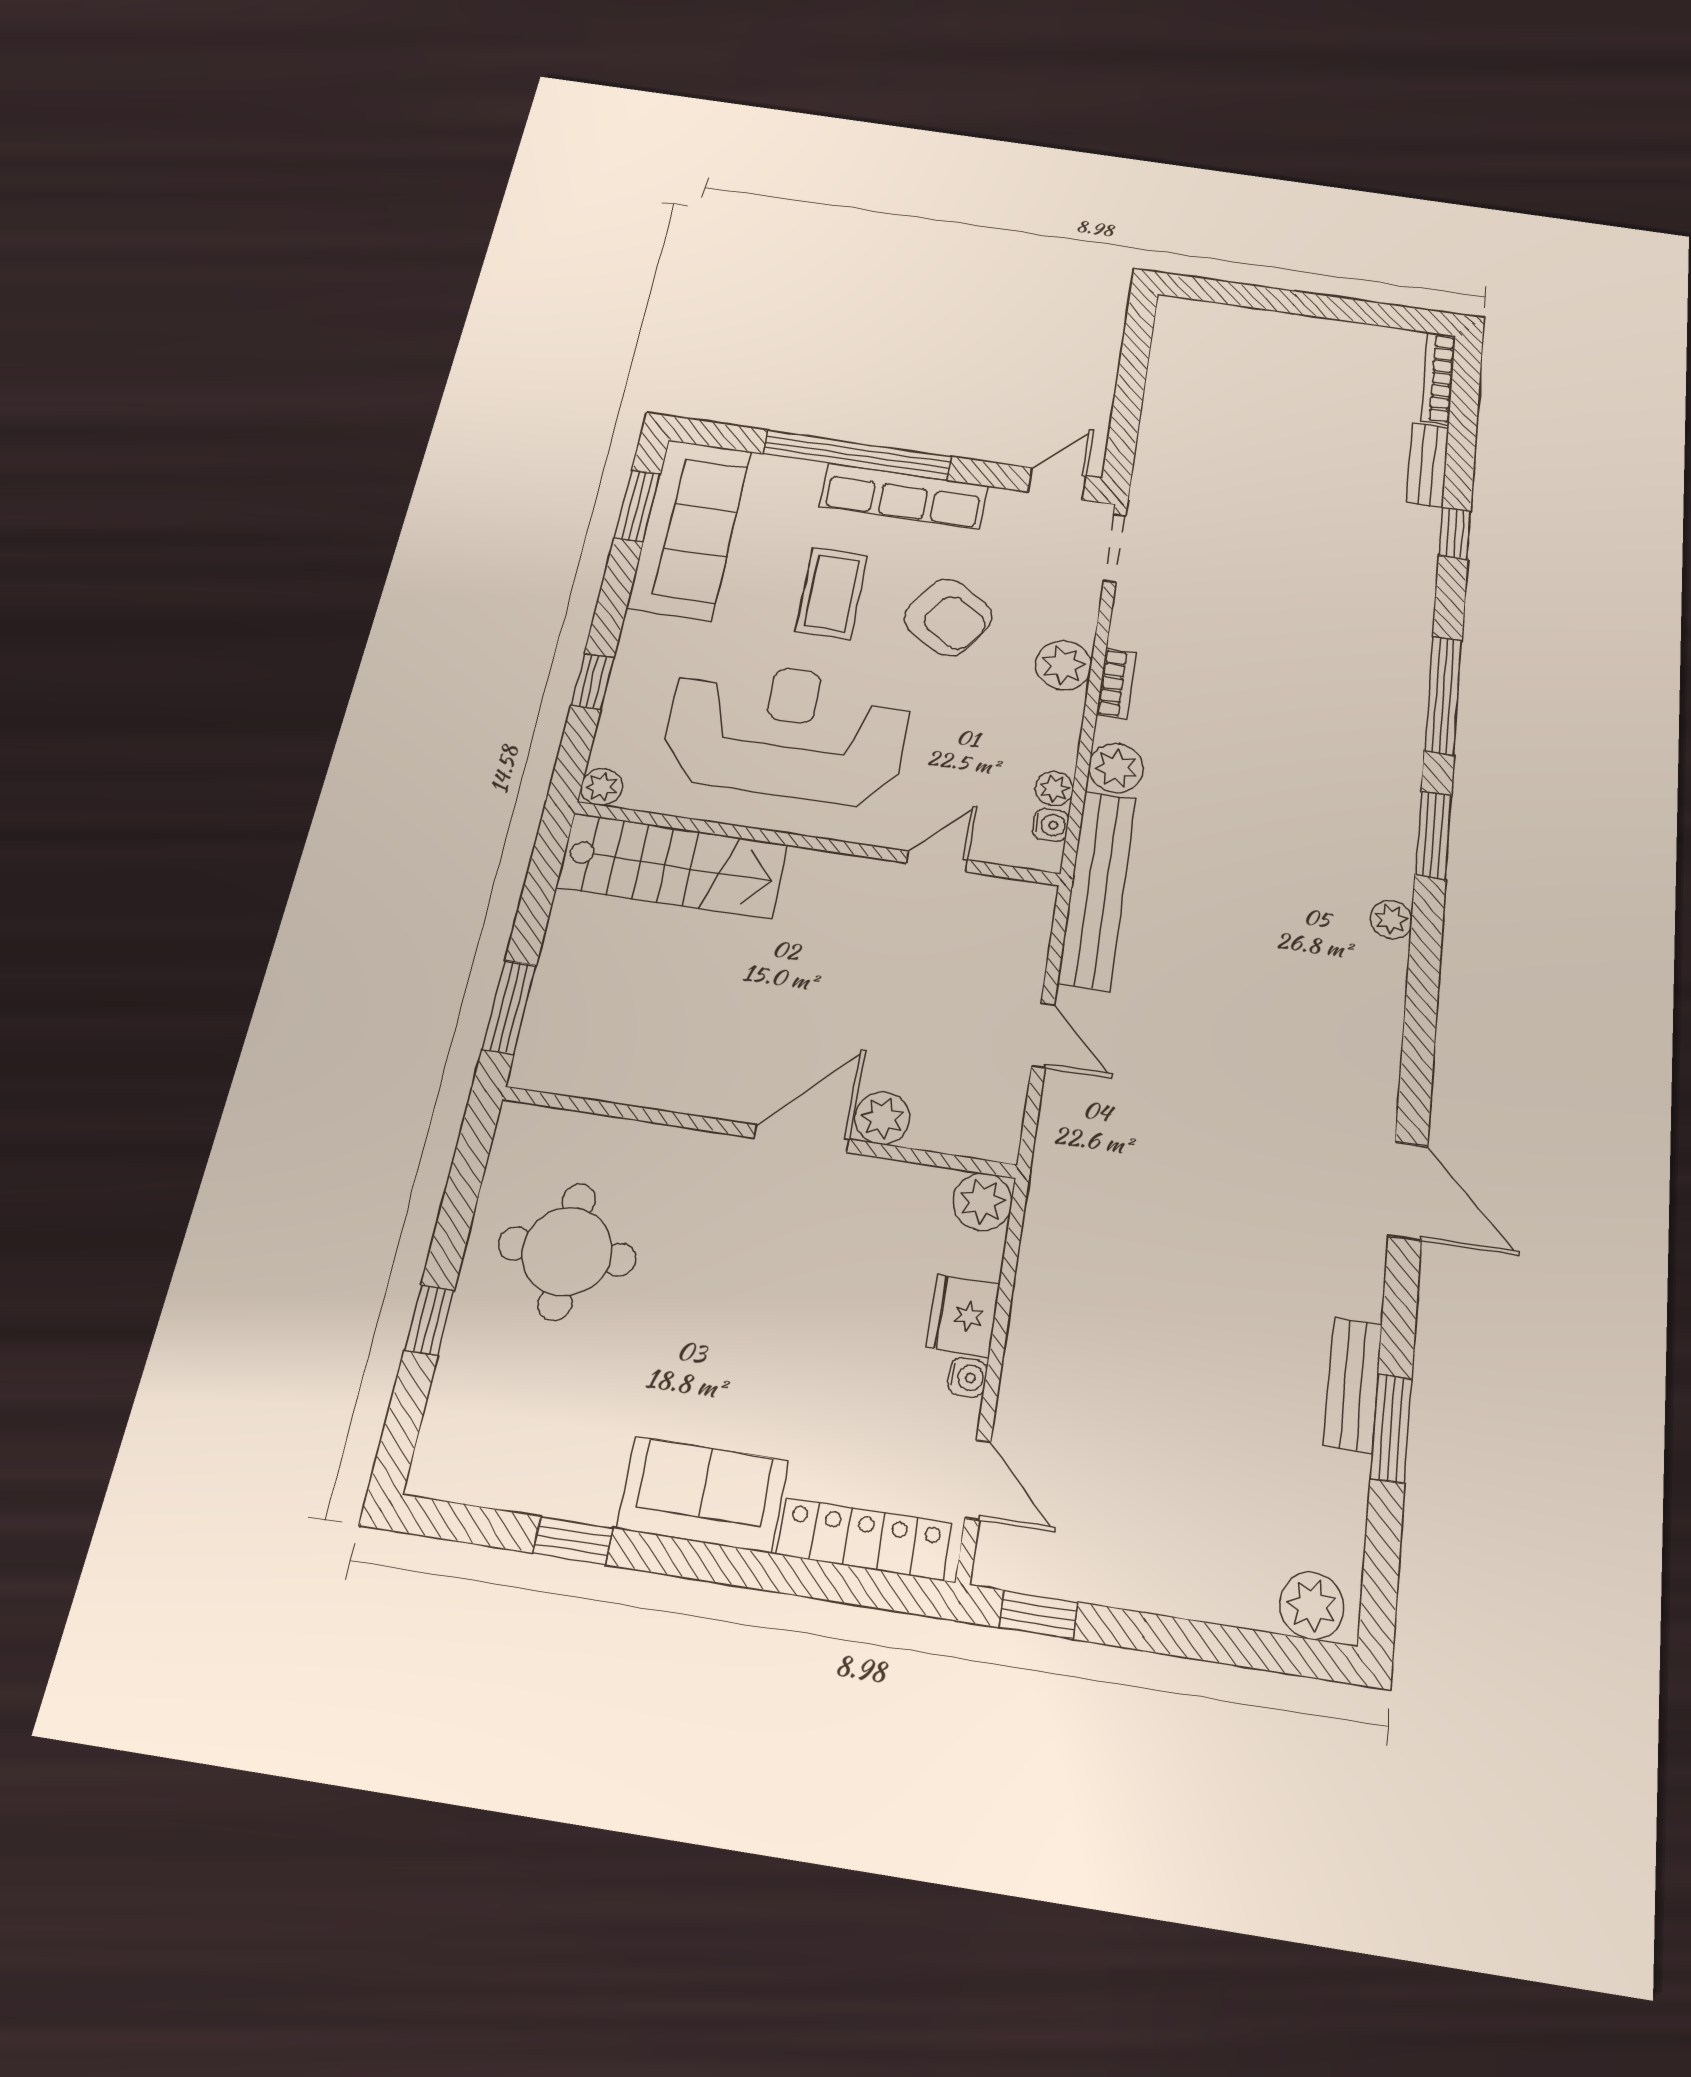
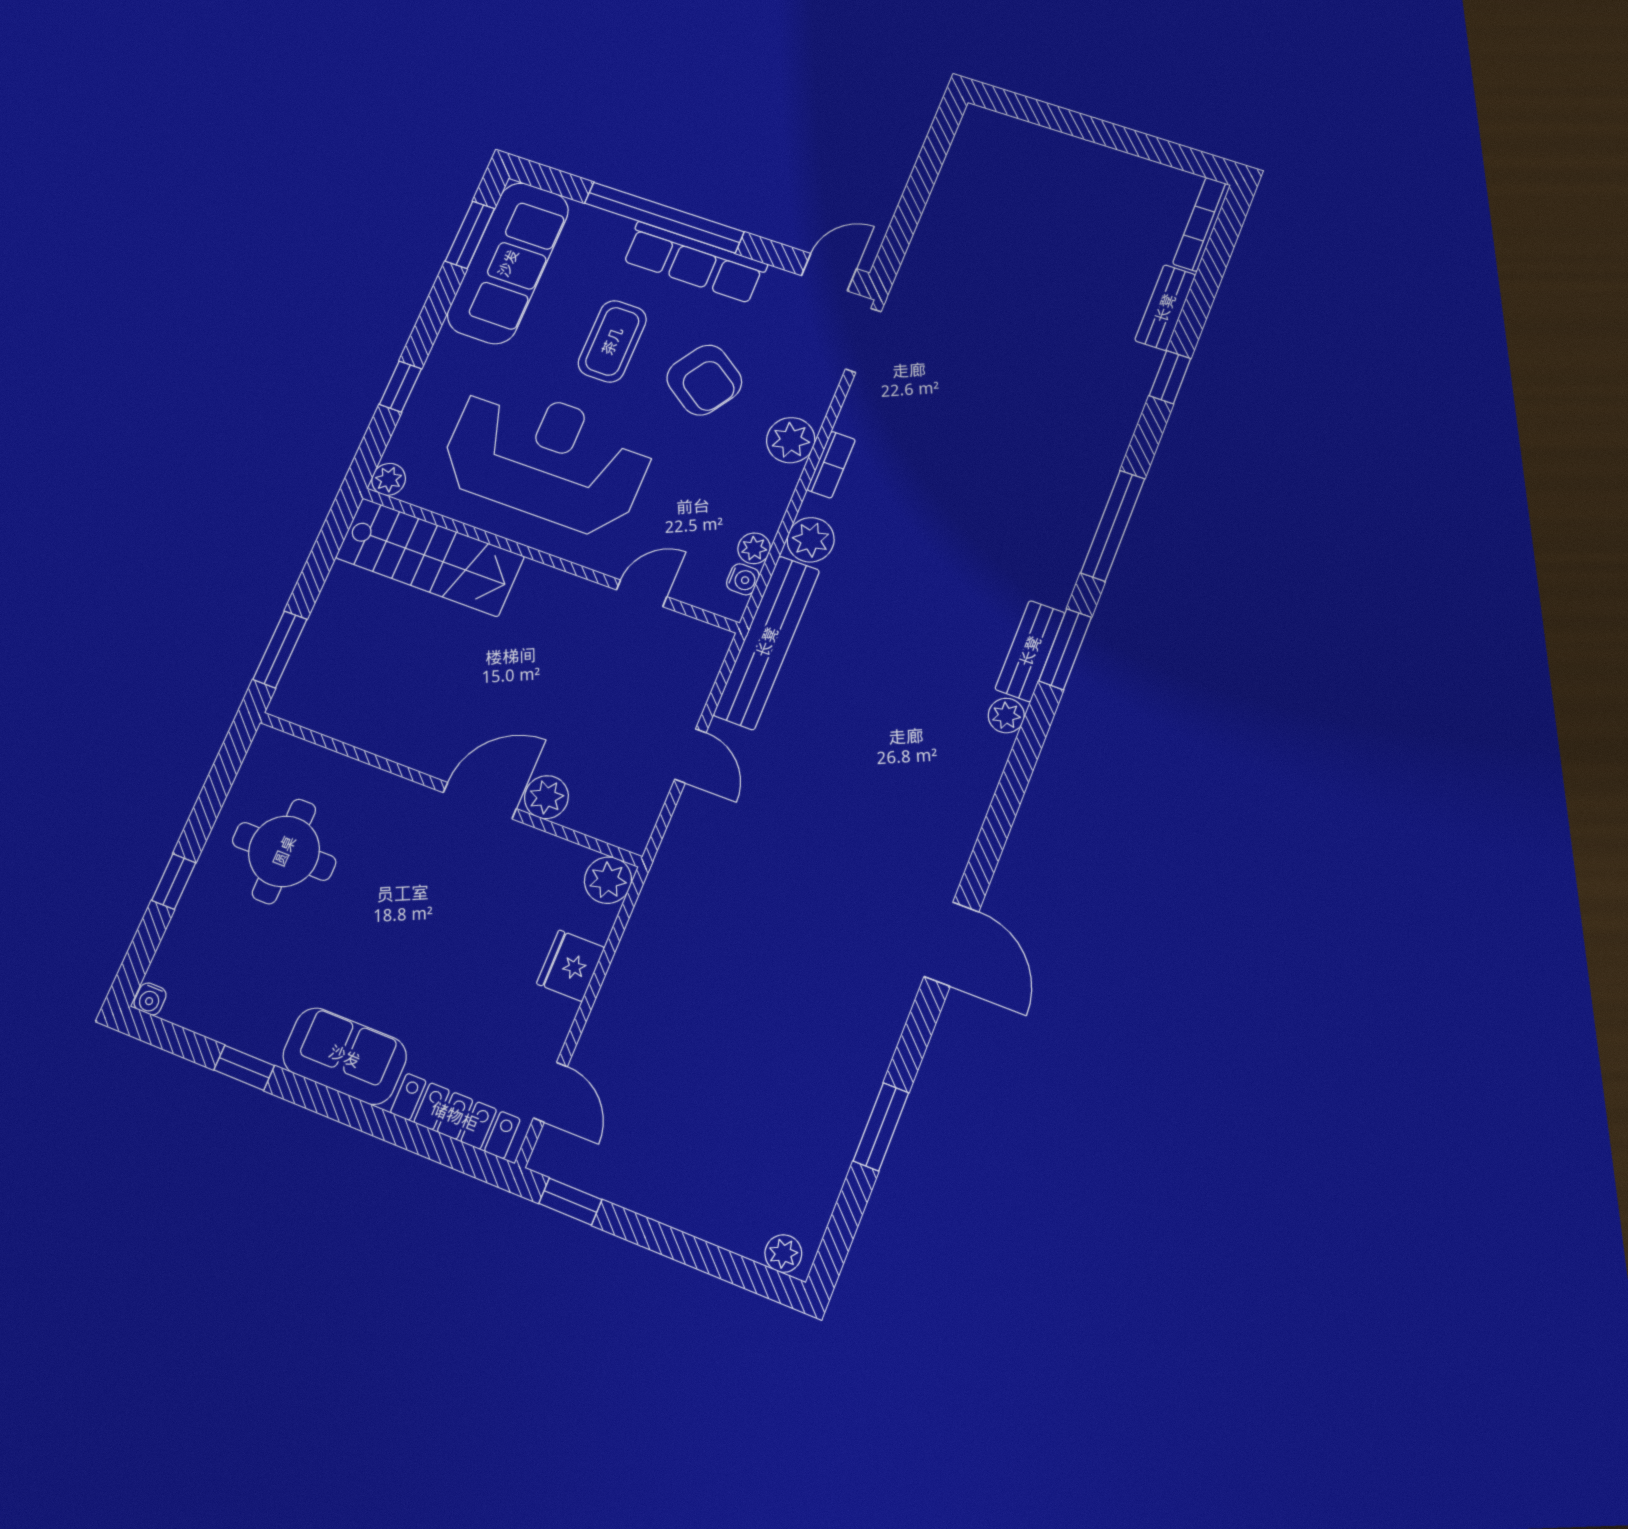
water cooler: (967, 1377) -> (150, 999), moved, turned 90
bench: (1353, 1385) -> (1030, 651), moved
plant: (1312, 1606) -> (783, 1254), width x0.73, depth x0.73

